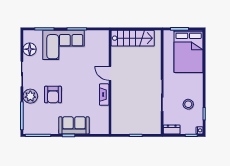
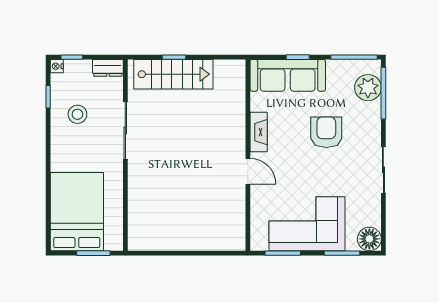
stairs: (133, 38) -> (173, 74), moved, turned 180
floor lamp: (30, 49) -> (369, 239), moved
door: (110, 73) -> (248, 171), moved
wall: (110, 82) -> (248, 155), moved
fireplace: (104, 95) -> (259, 132), moved
plant: (30, 96) -> (368, 88), moved
sofa: (74, 125) -> (288, 75), width x1.36

